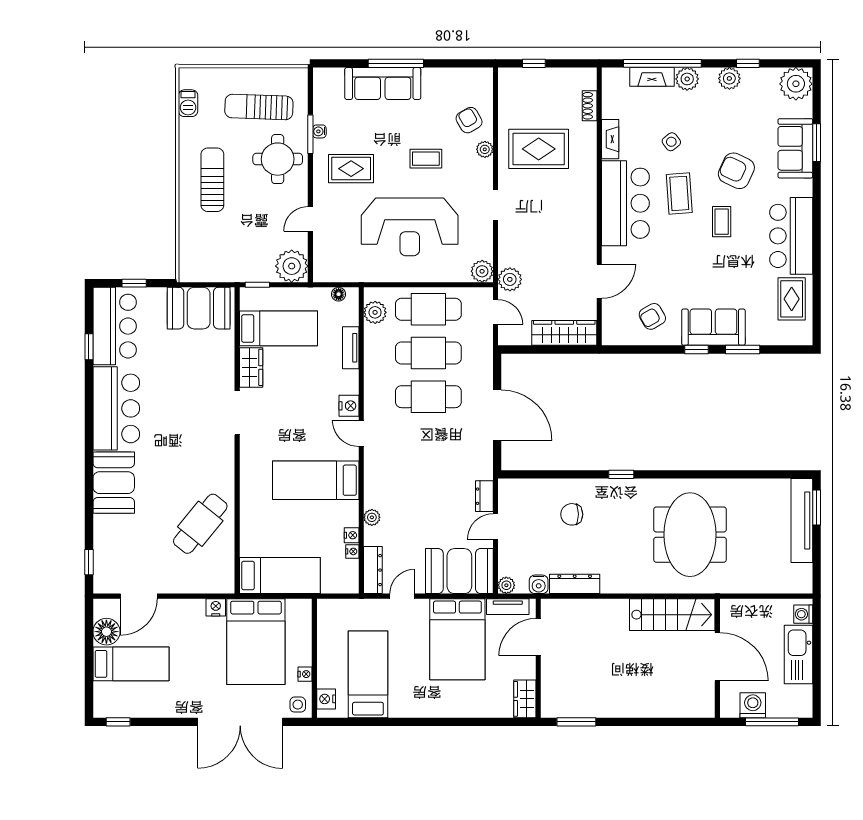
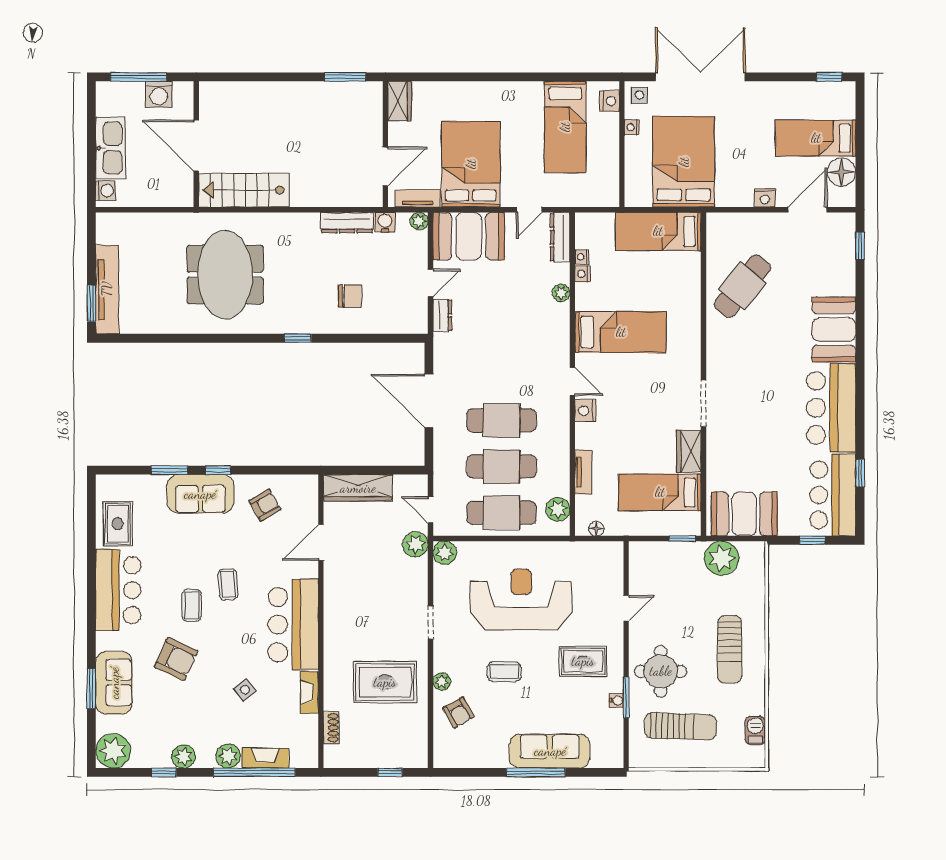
coffee table: (679, 193) -> (228, 584), moved, width x0.73, depth x0.77
plant: (292, 266) -> (722, 558), moved
nightstand: (216, 607) -> (765, 198), moved

